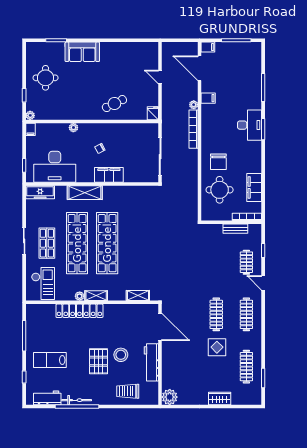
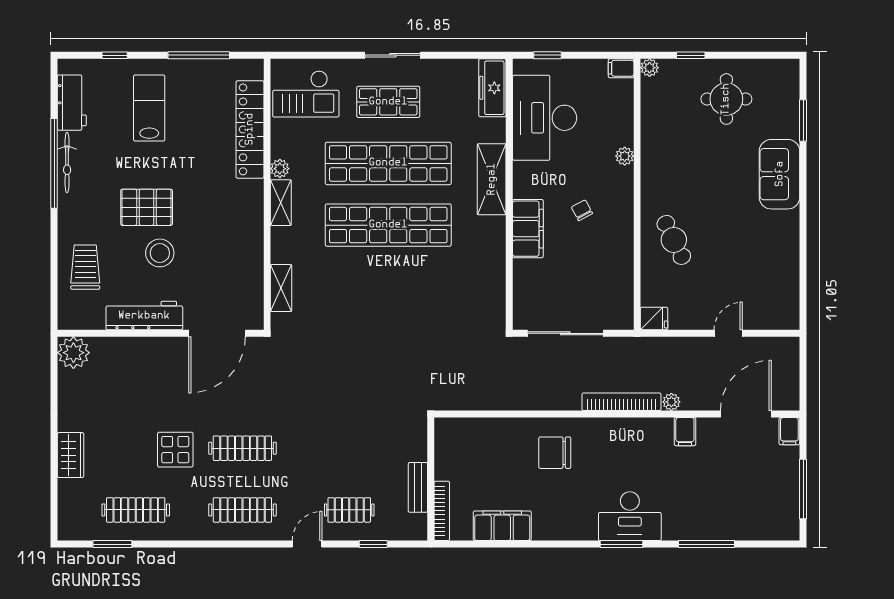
round table: (220, 190) -> (497, 455), removed
locker: (79, 311) -> (250, 129), moved

